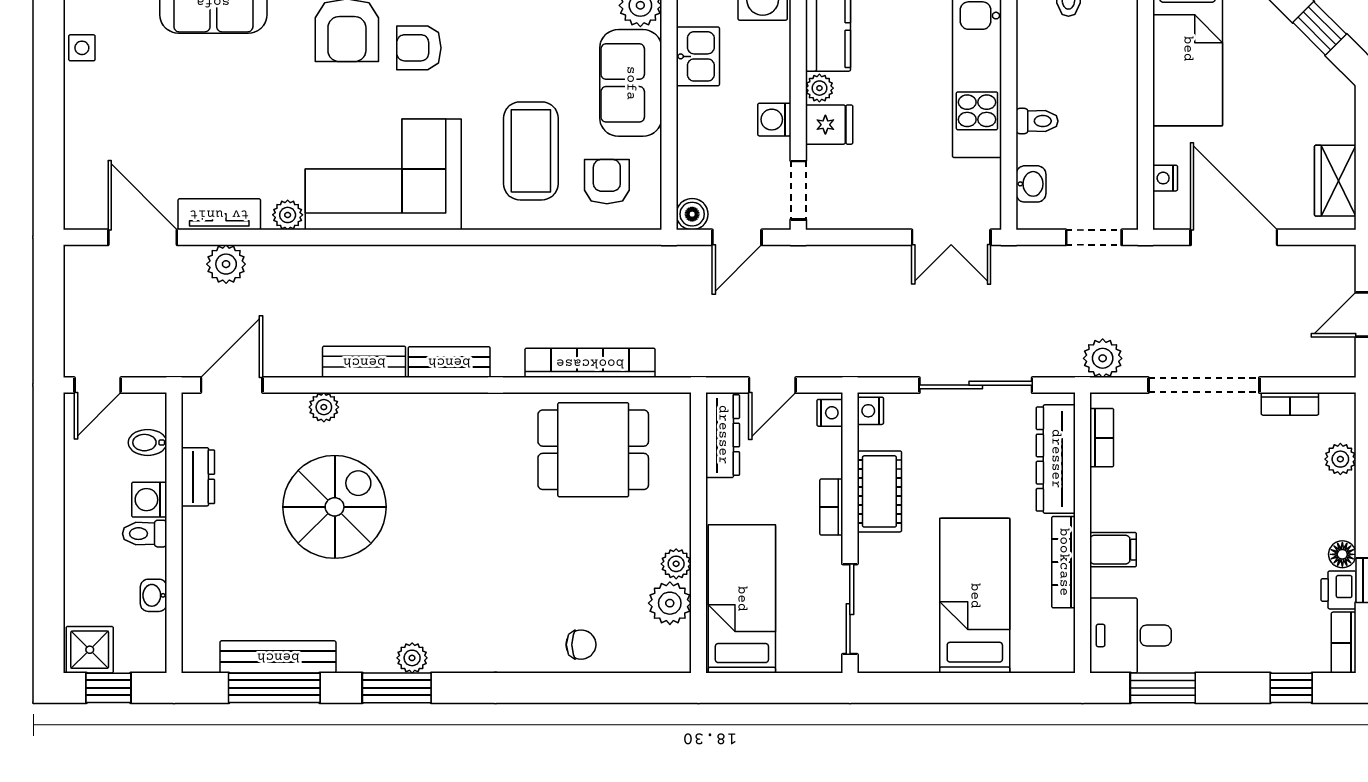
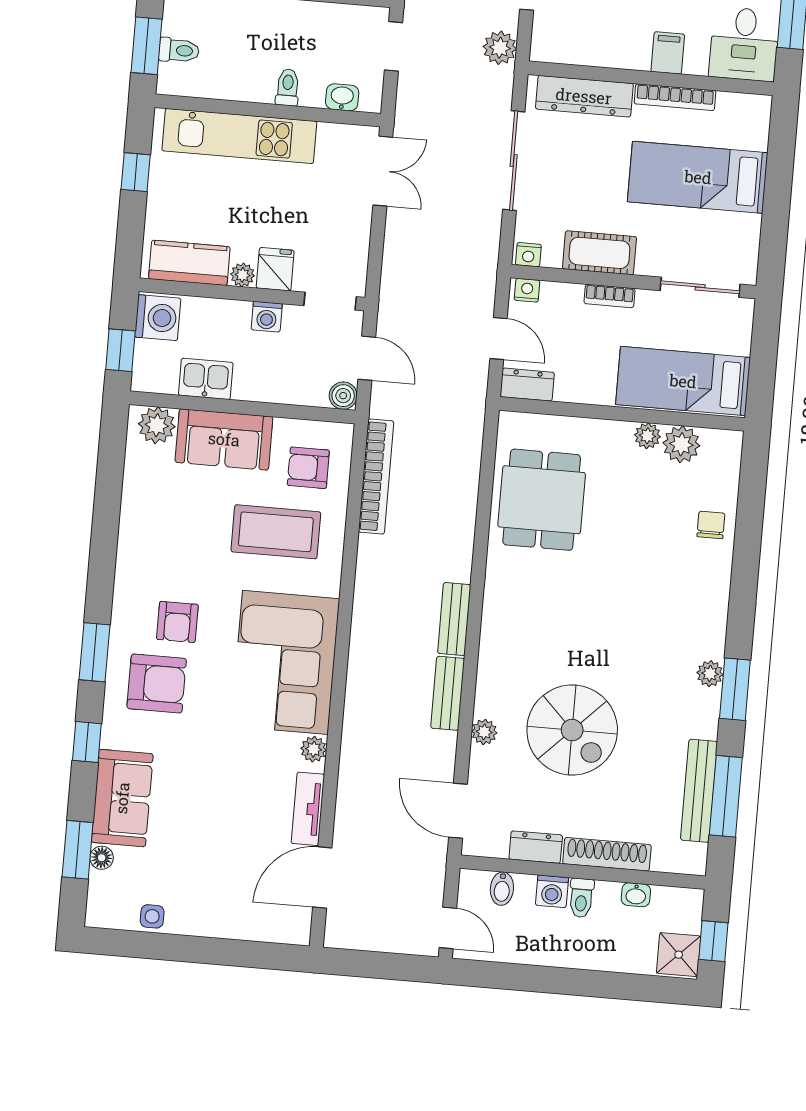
plant: (226, 264) -> (352, 807), removed
bookcase: (590, 363) -> (376, 477), moved, turned 180
dresser: (723, 435) -> (527, 385), width x0.70
bookcase: (1102, 438) -> (569, 54), removed
spiral stairs: (335, 507) -> (572, 730), turned 180
shoe rack: (197, 558) -> (607, 854), added

